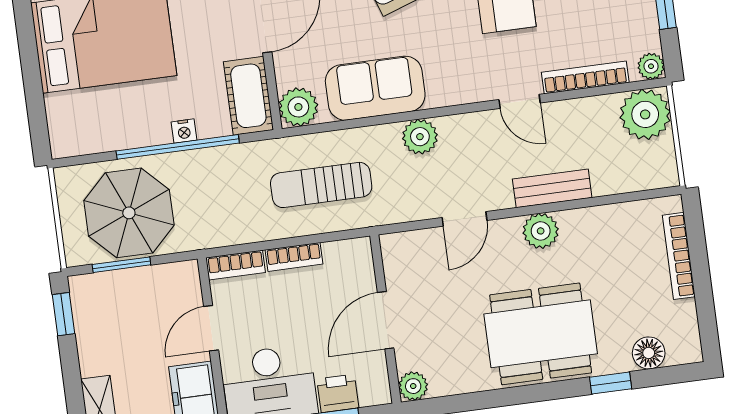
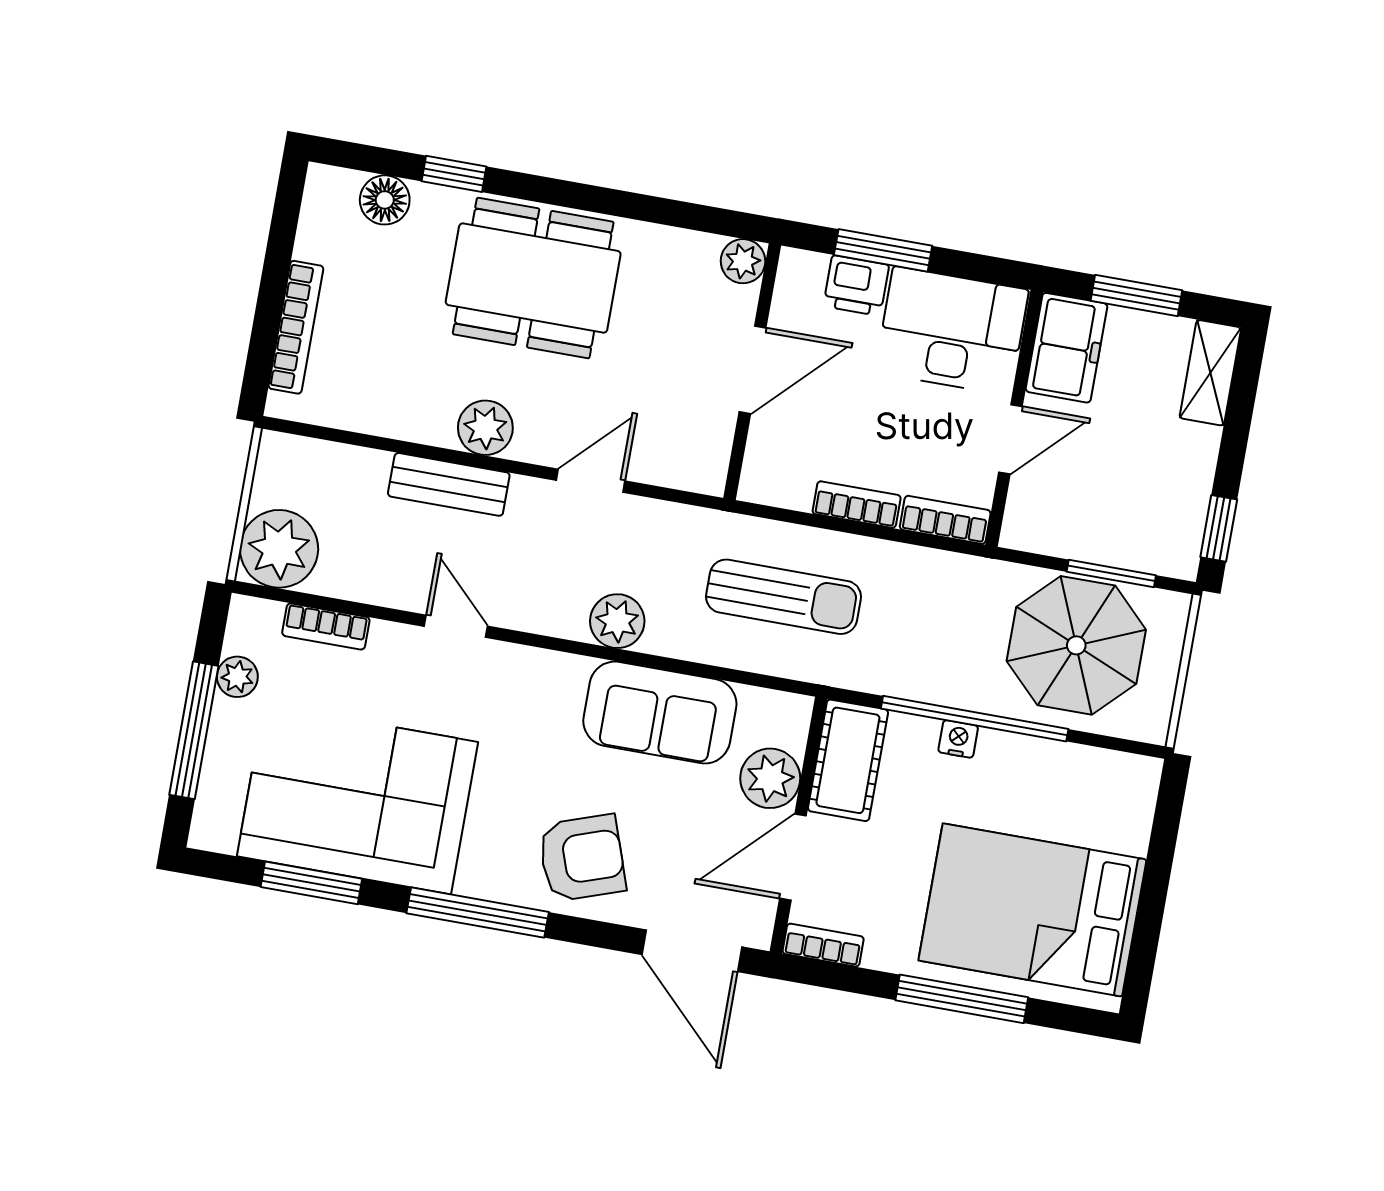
plant: (651, 66) -> (237, 677), moved
bookcase: (585, 77) -> (326, 626), width x0.64
plant: (298, 107) -> (770, 778), moved

